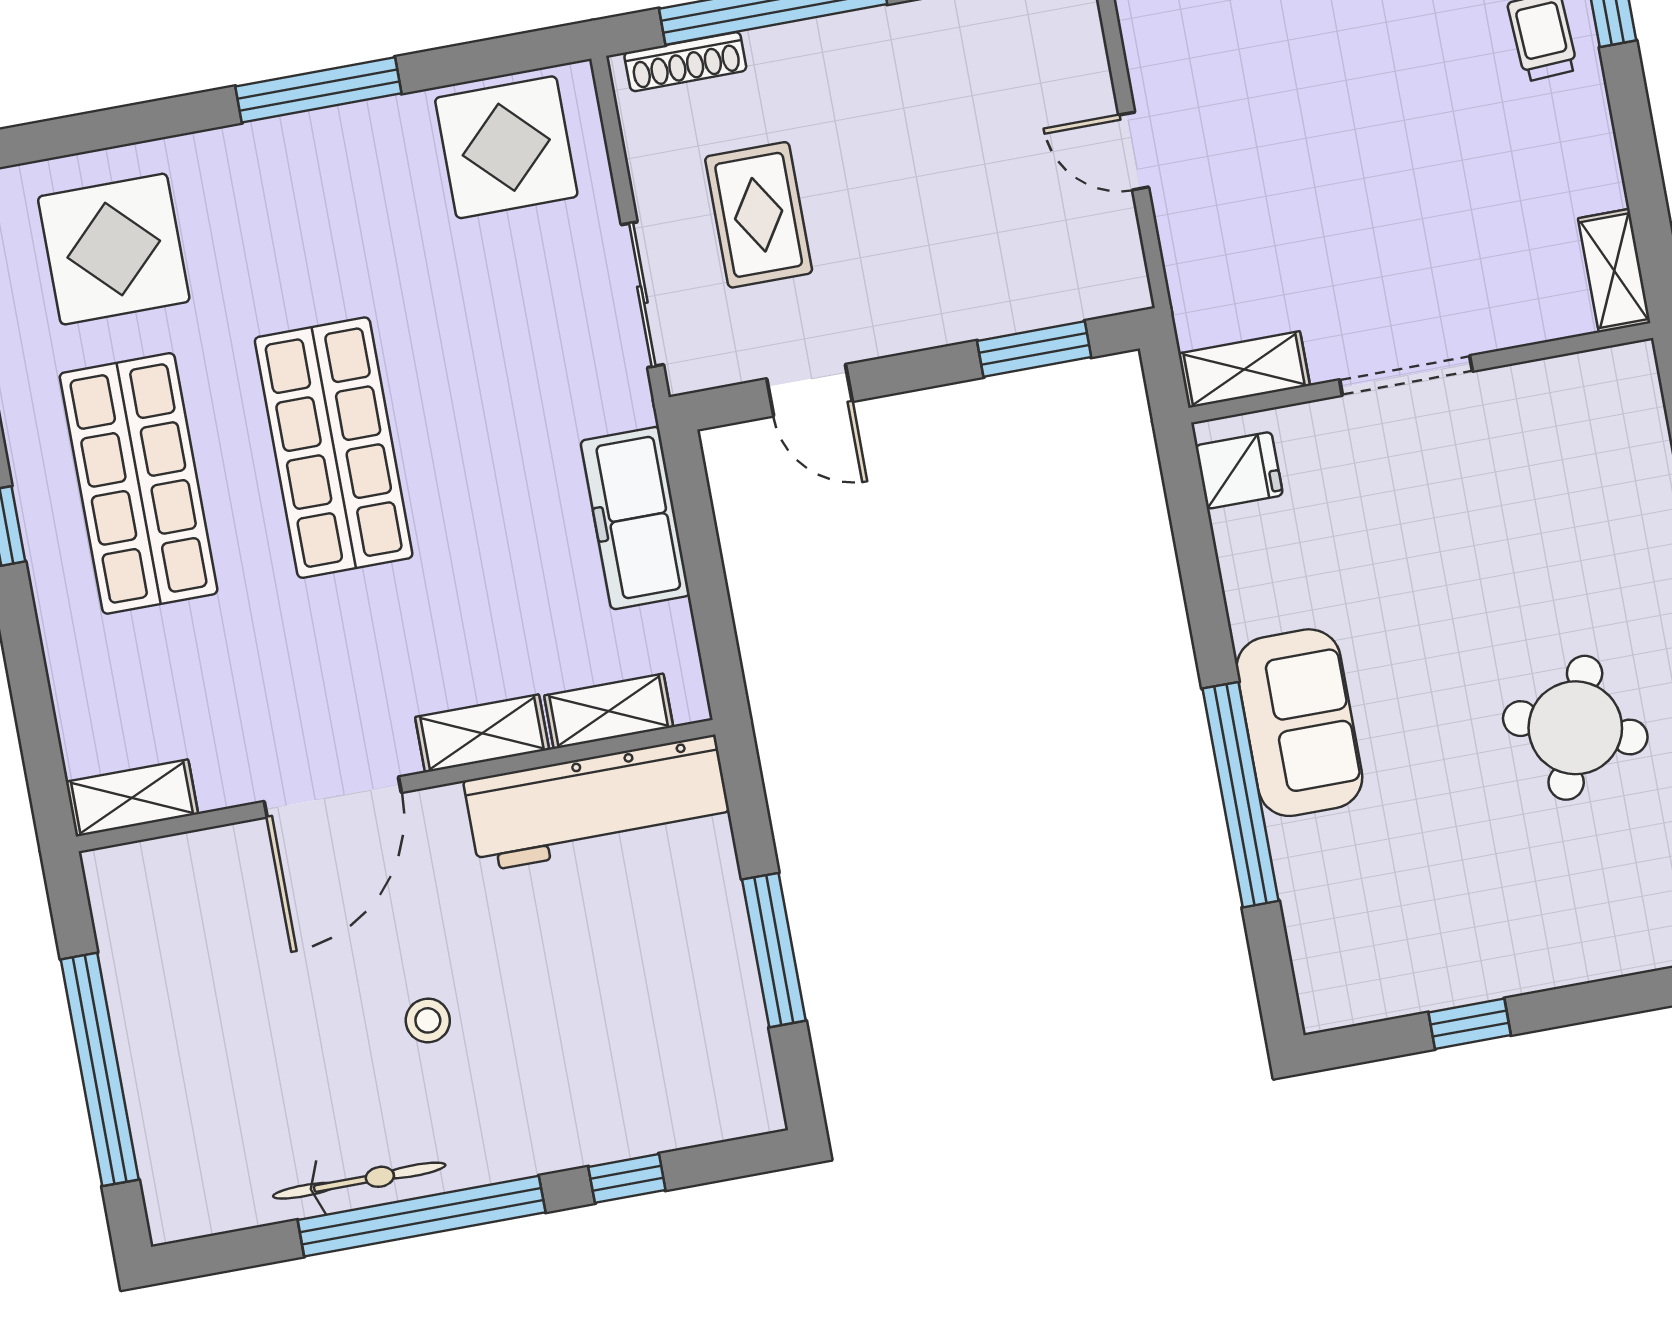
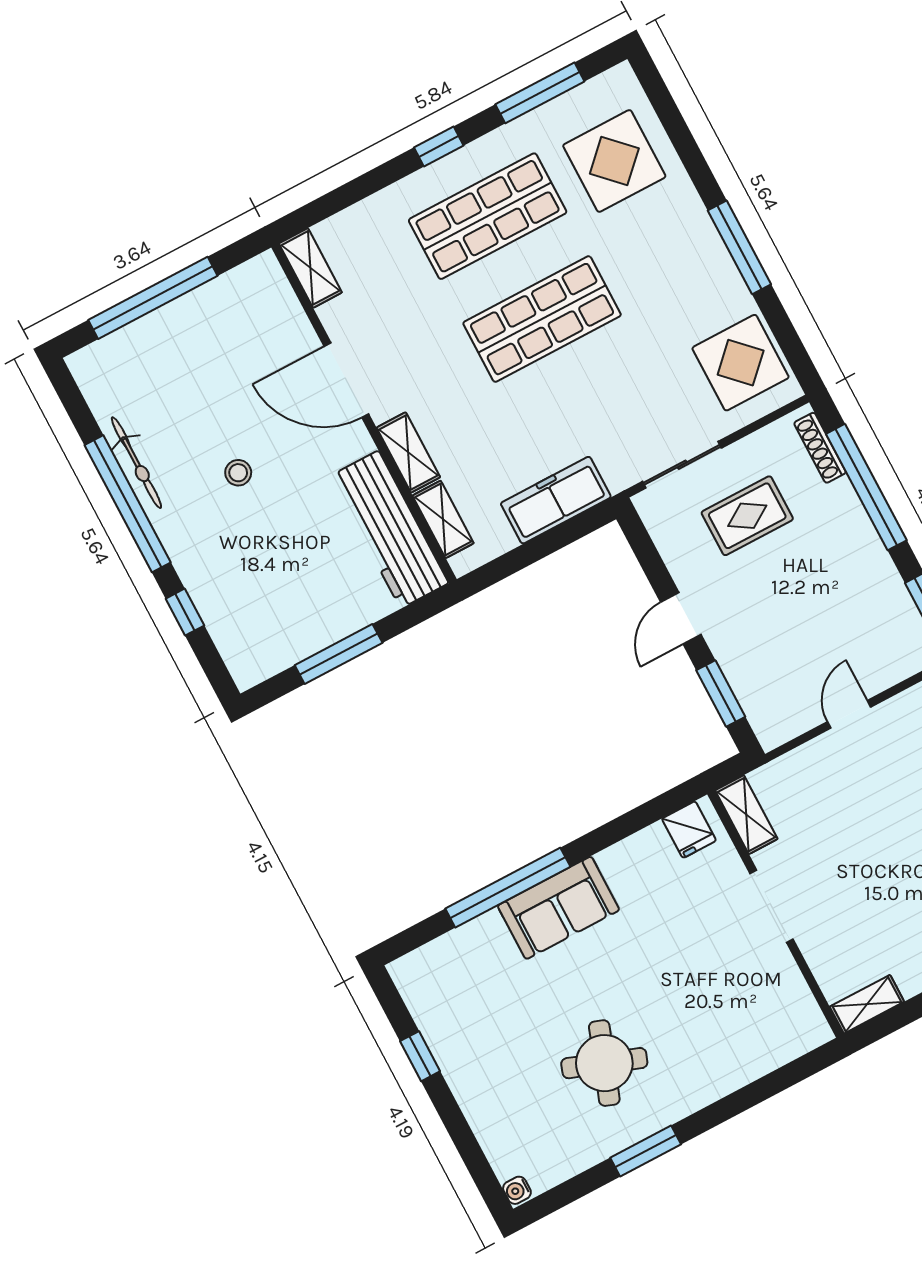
door: (809, 390) -> (681, 618), moved

